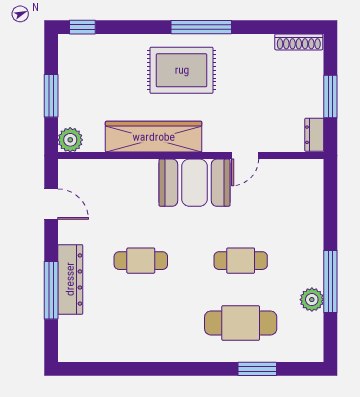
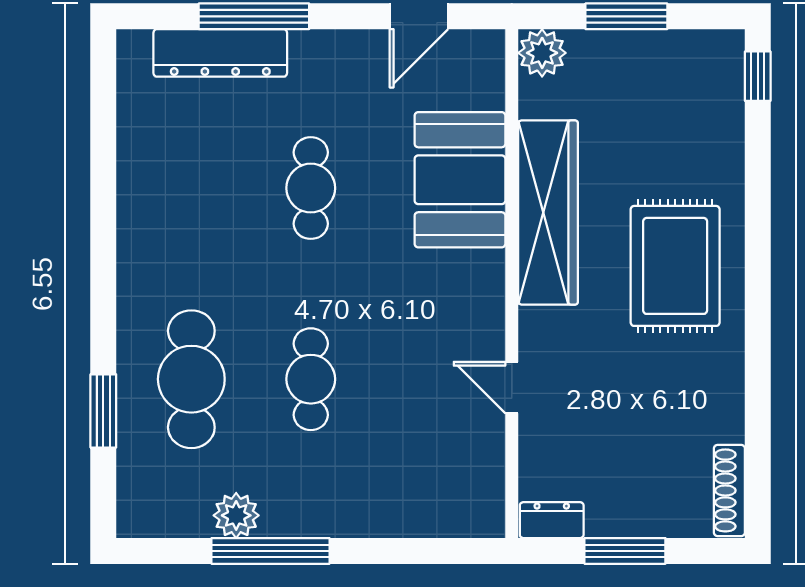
window: (201, 27) -> (758, 304), removed
booth: (195, 183) -> (460, 180), moved
dresser: (70, 279) -> (220, 53), moved

